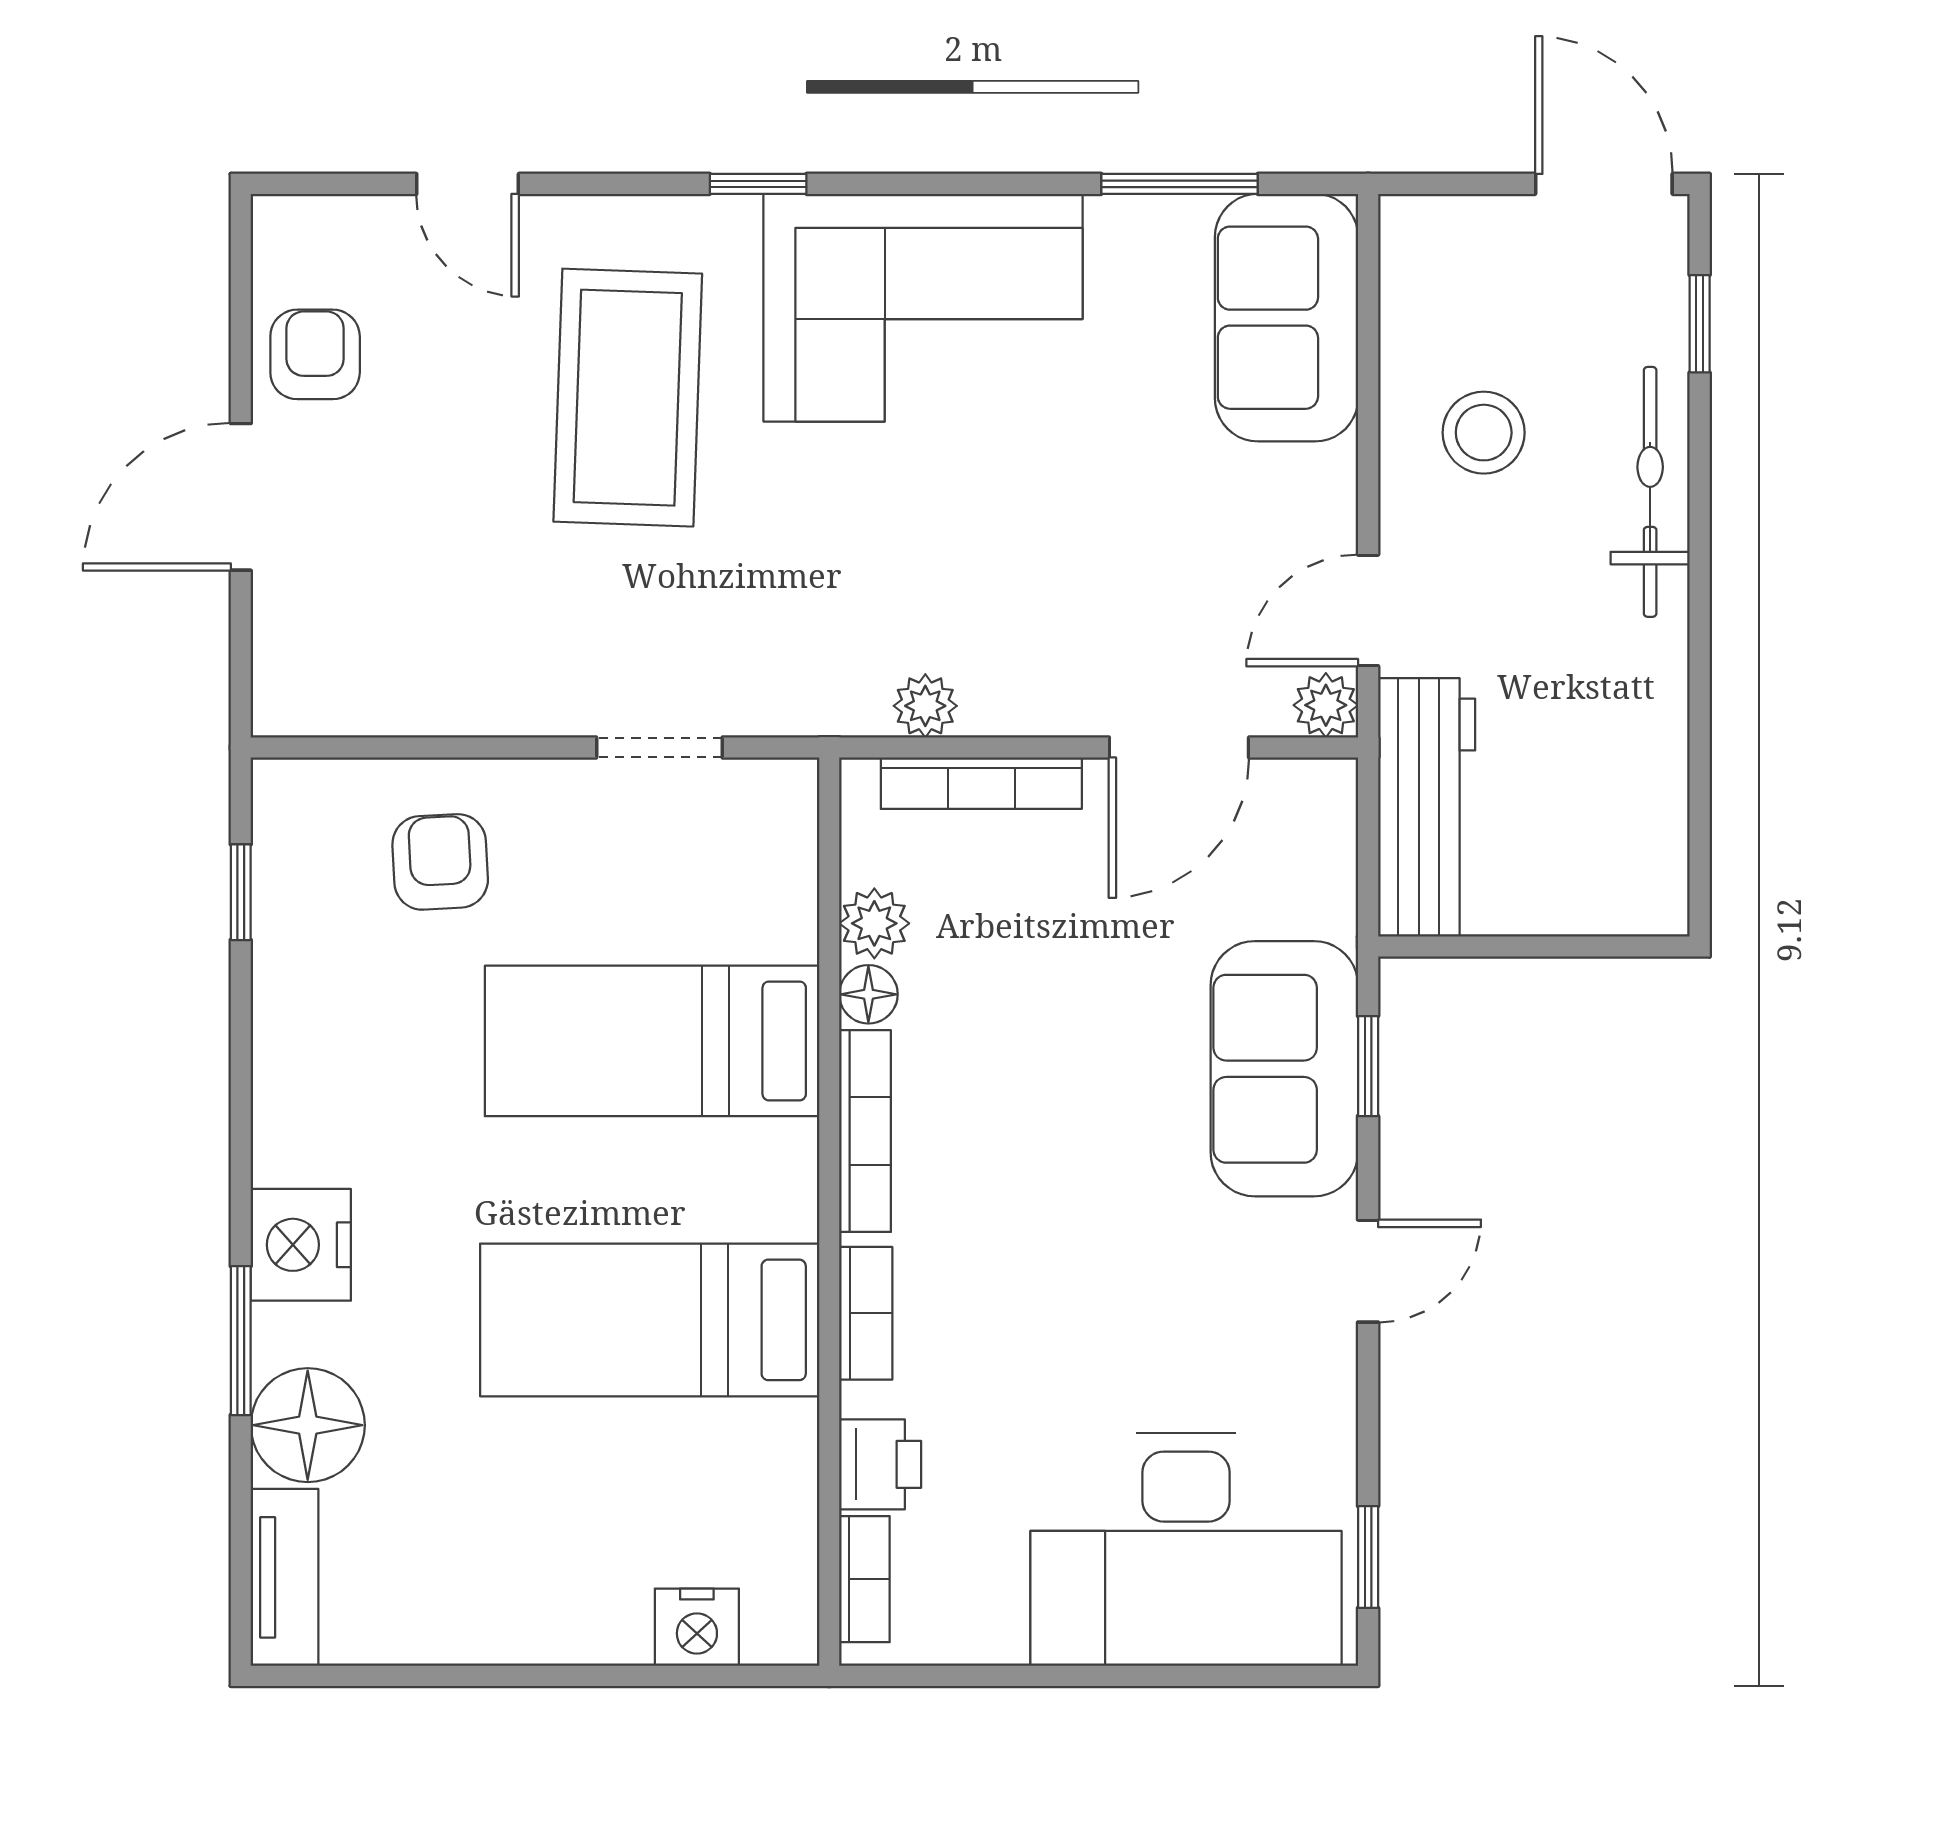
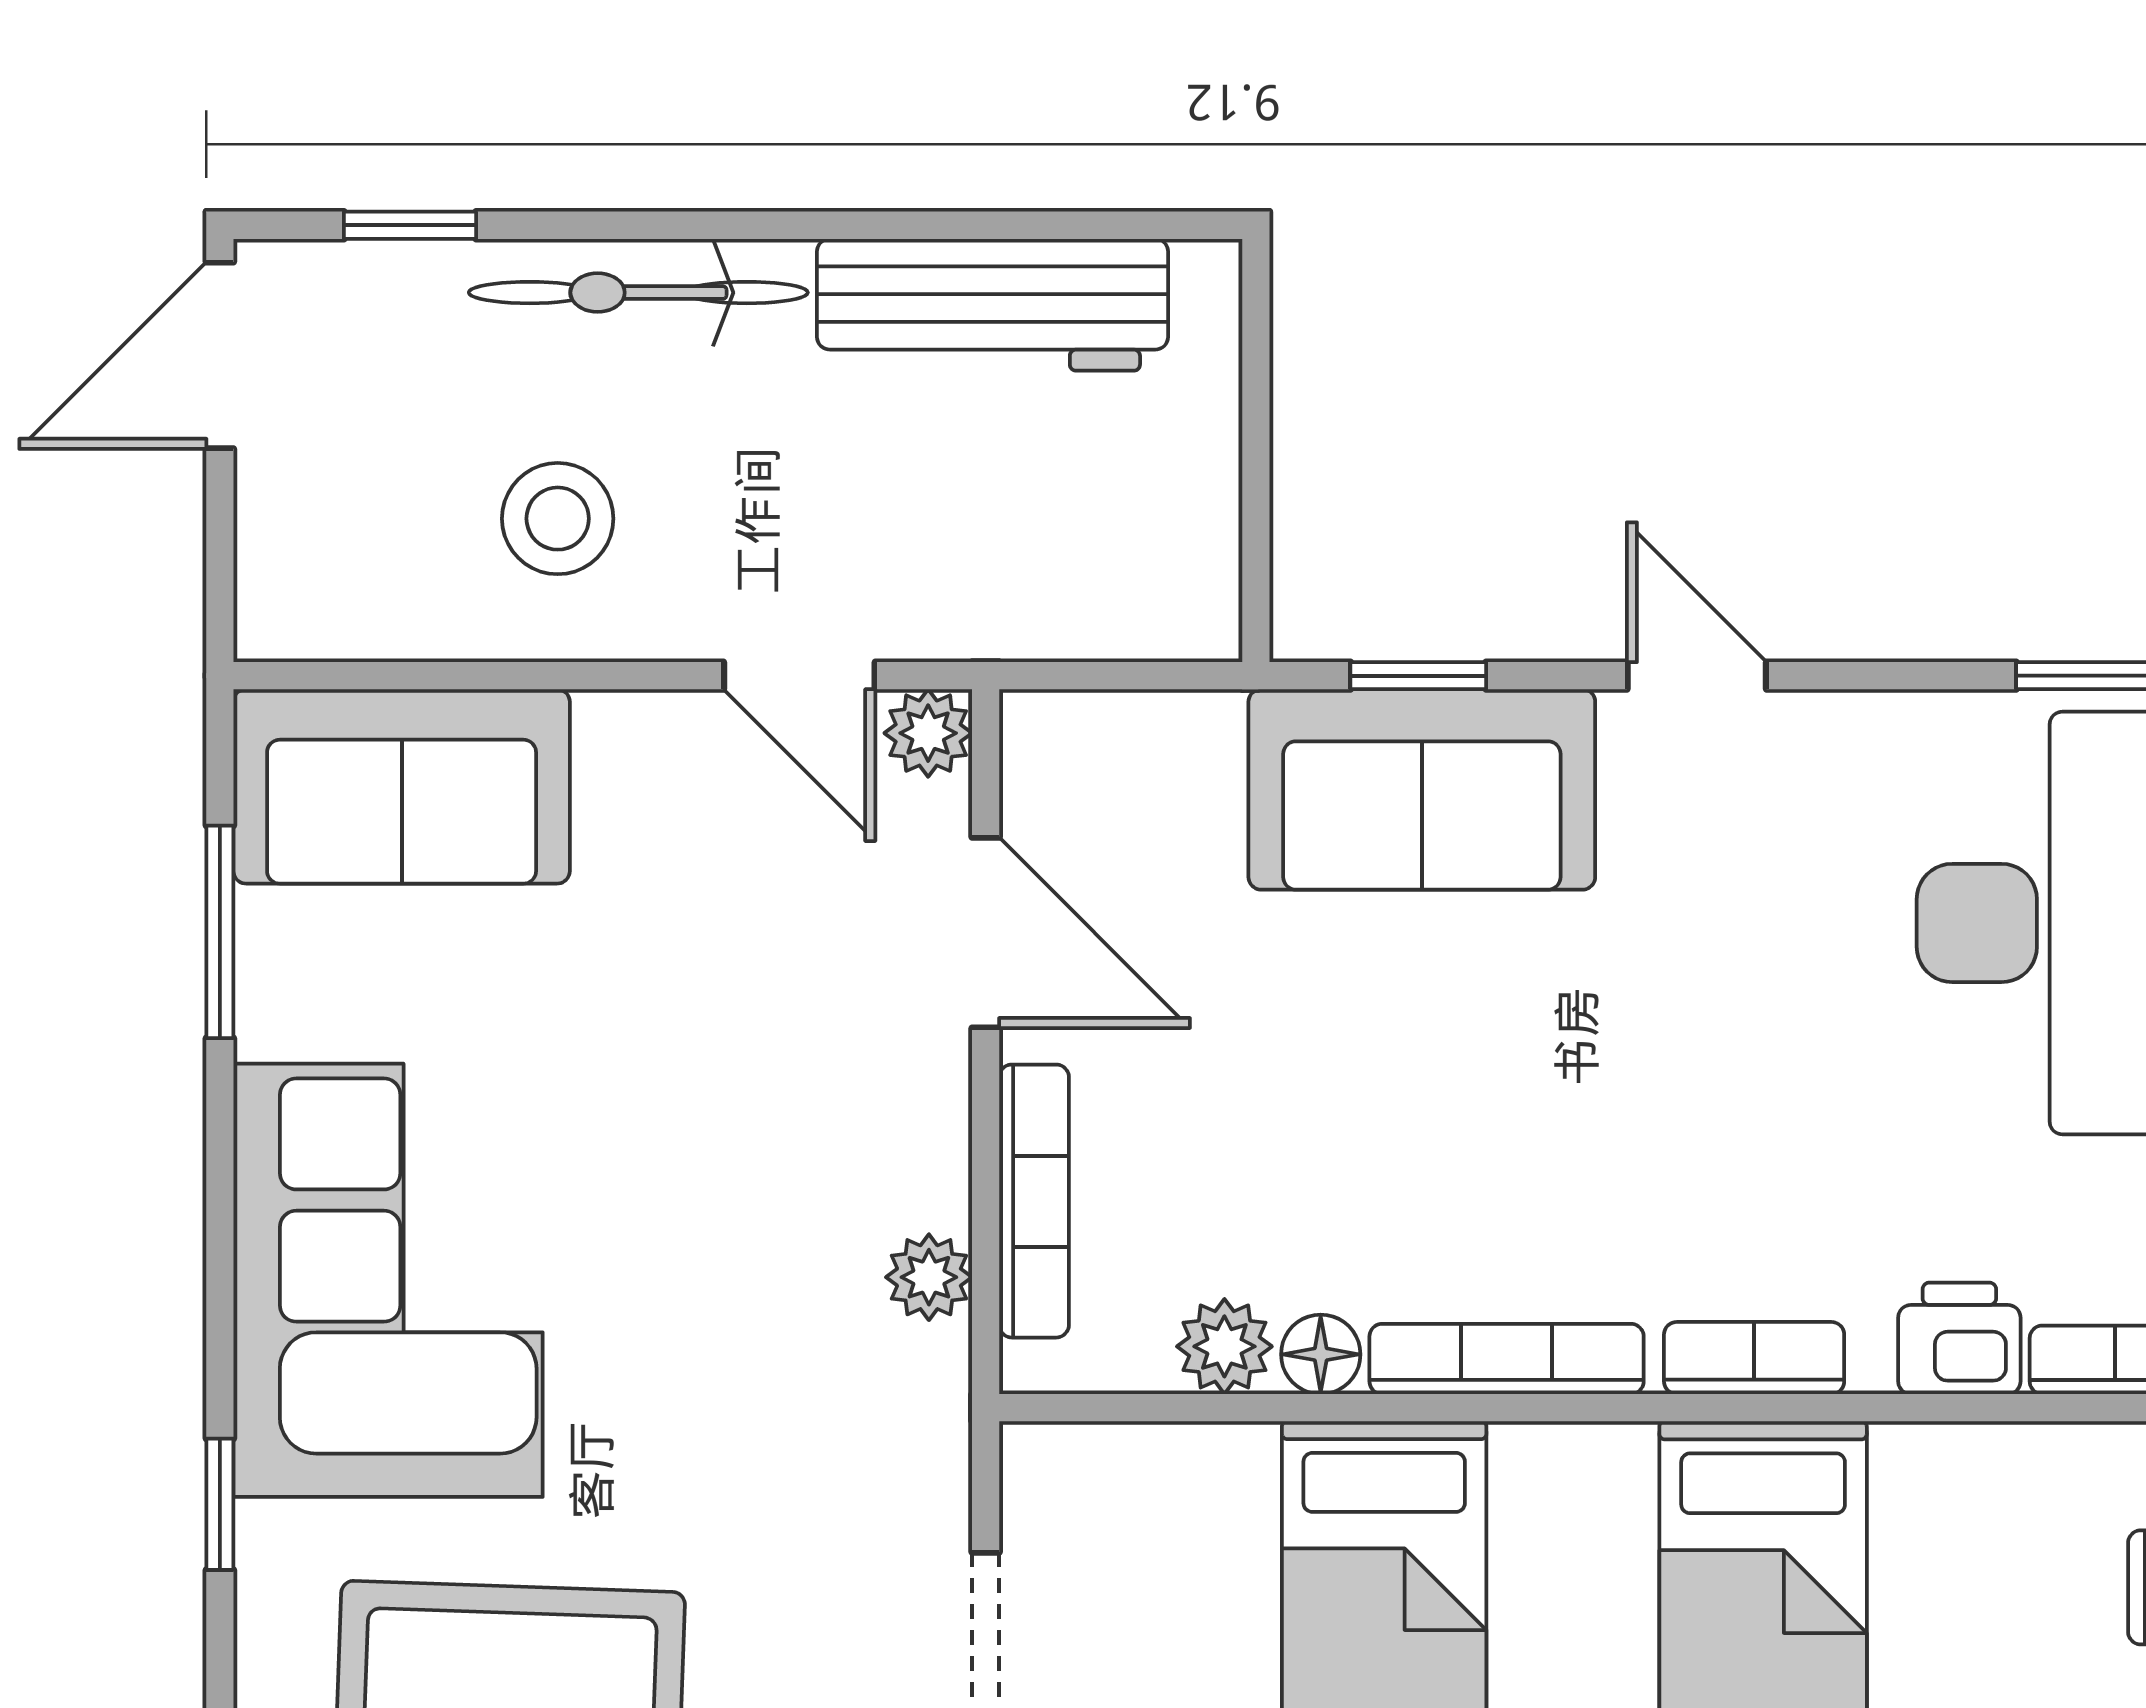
workbench: (1427, 807) -> (993, 305), moved, turned 180

